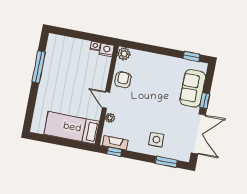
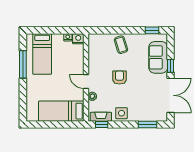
plant: (124, 54) -> (94, 39), removed
bed: (62, 59) -> (42, 54), added
coffee table: (153, 66) -> (121, 45), added
armchair: (123, 80) -> (119, 78), moved
side table: (156, 140) -> (121, 113), moved

